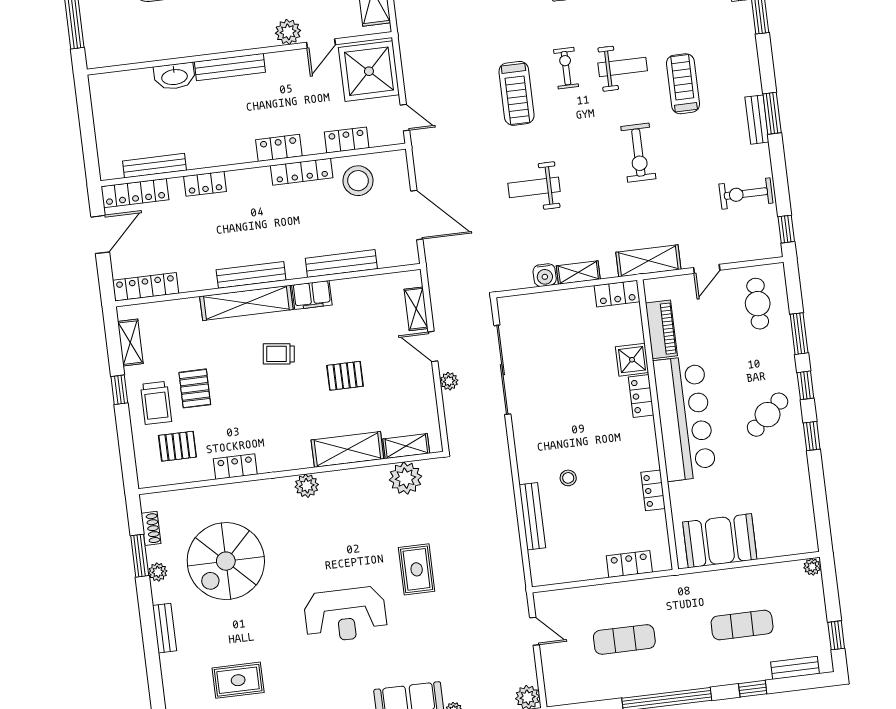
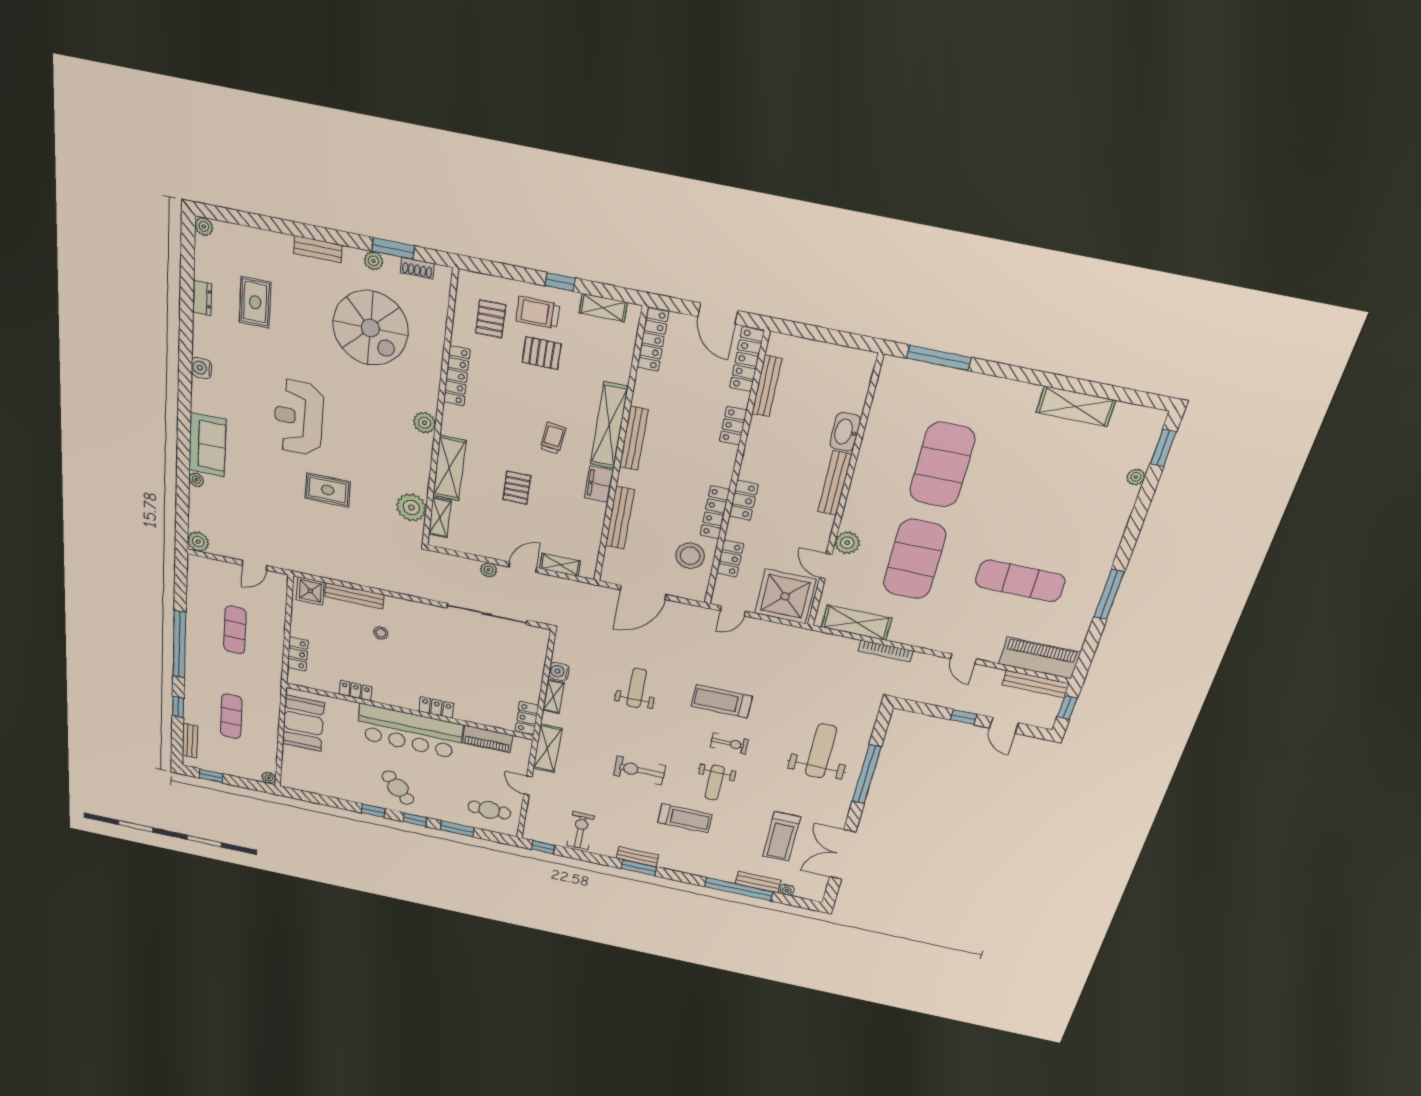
shower: (632, 360) -> (310, 591), moved
locker: (235, 467) -> (457, 376), width x1.53
spiral stairs: (226, 561) -> (370, 328), turned 180

